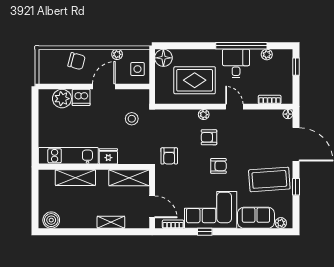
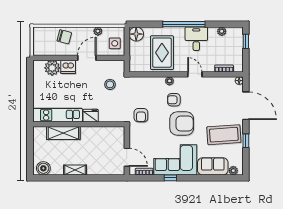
window: (241, 46) -> (184, 24), moved
rug: (195, 80) -> (162, 53), turned 90
armchair: (218, 166) -> (182, 123), width x1.88, depth x1.88
shelving: (129, 178) -> (108, 133), removed
shelving: (111, 222) -> (75, 170), moved

